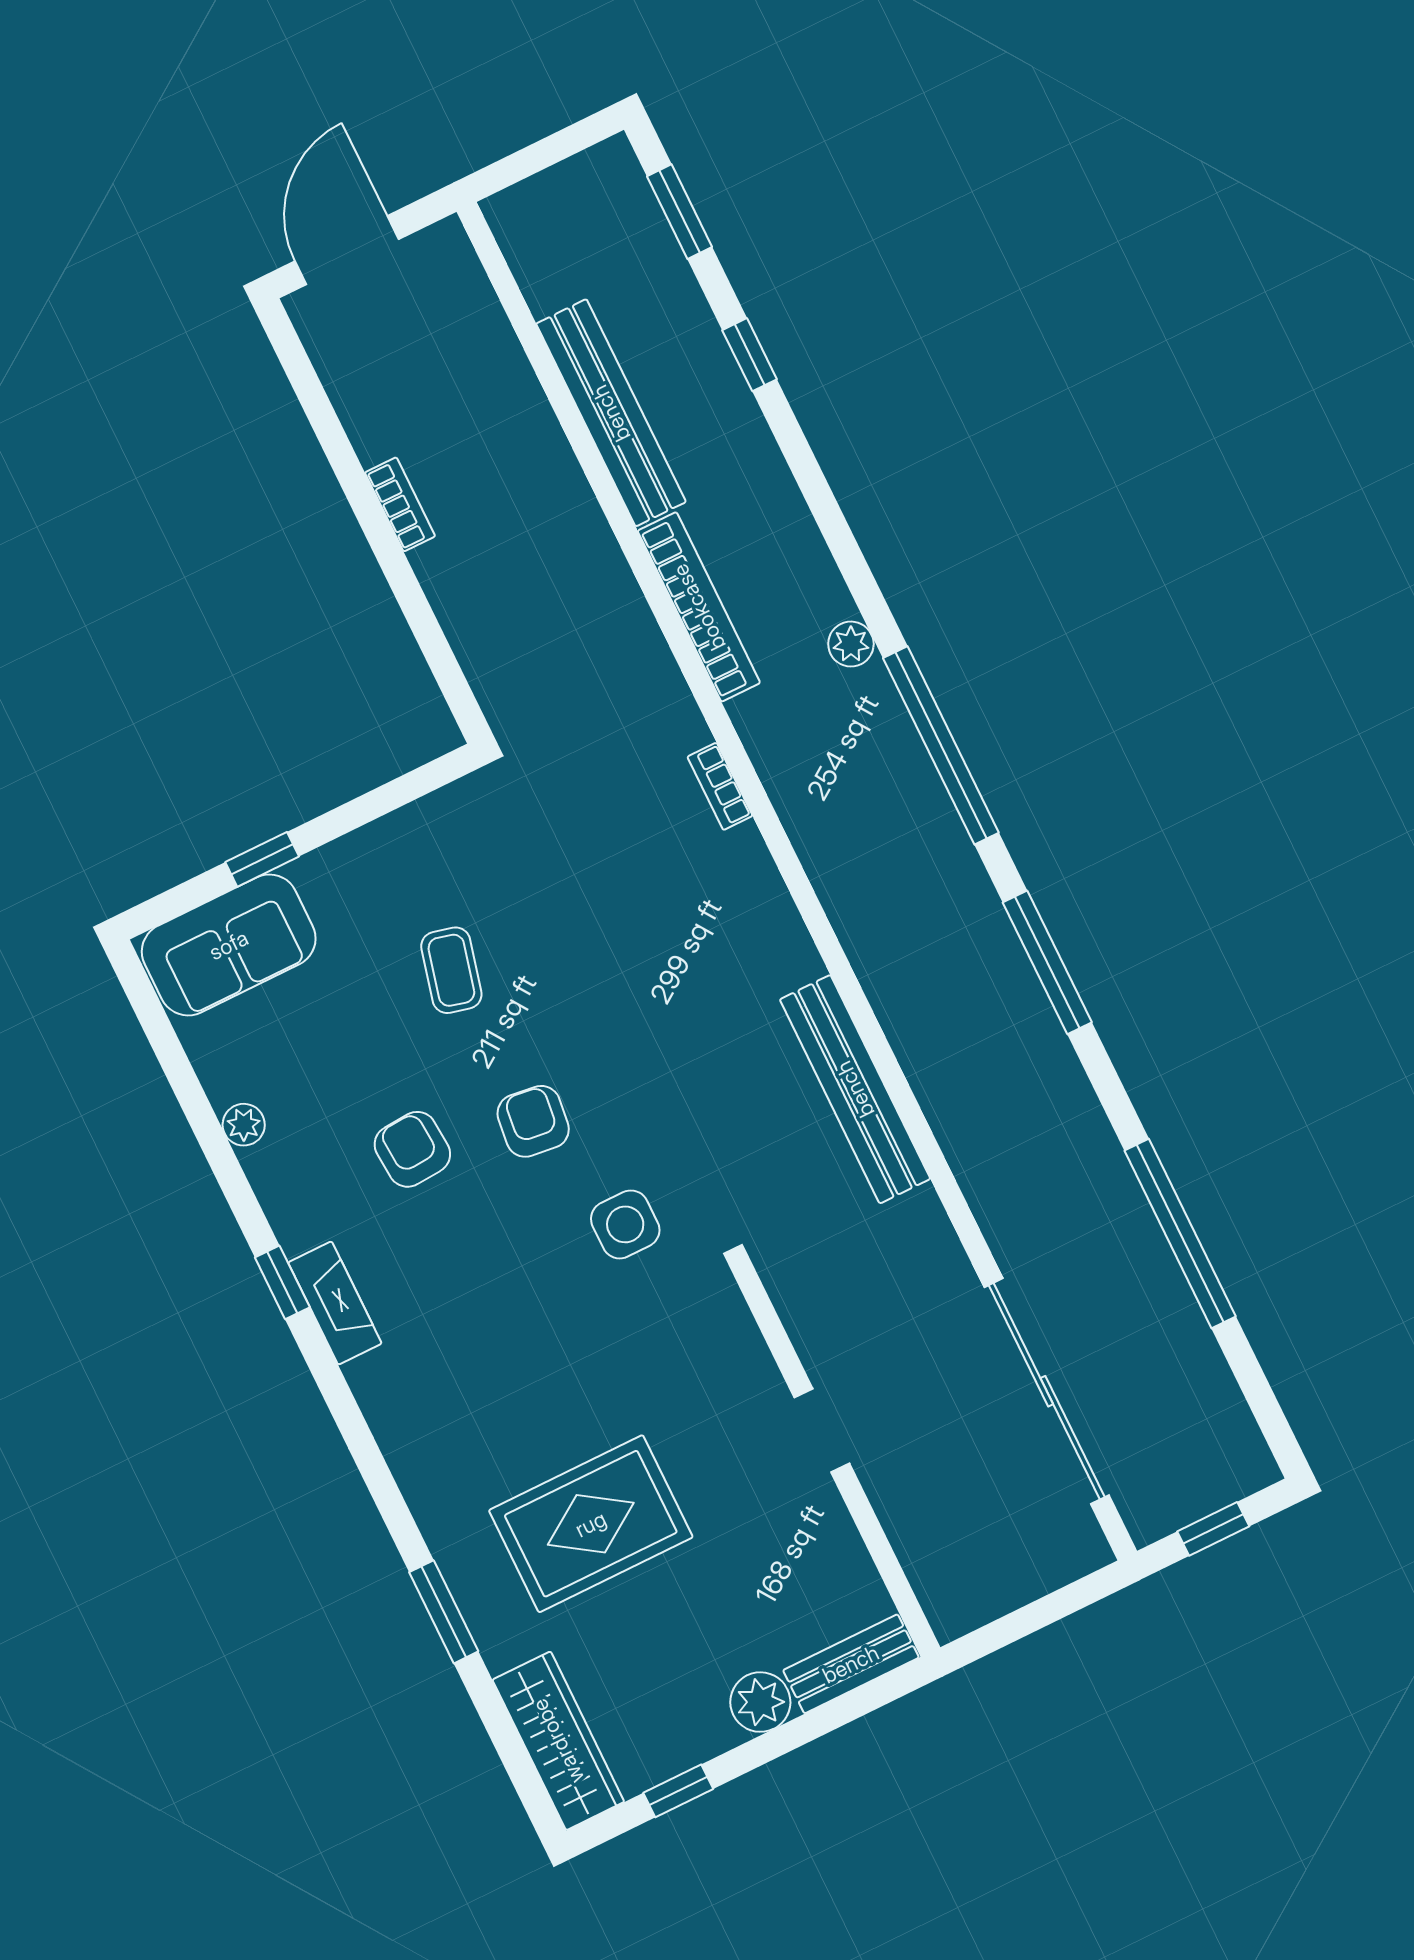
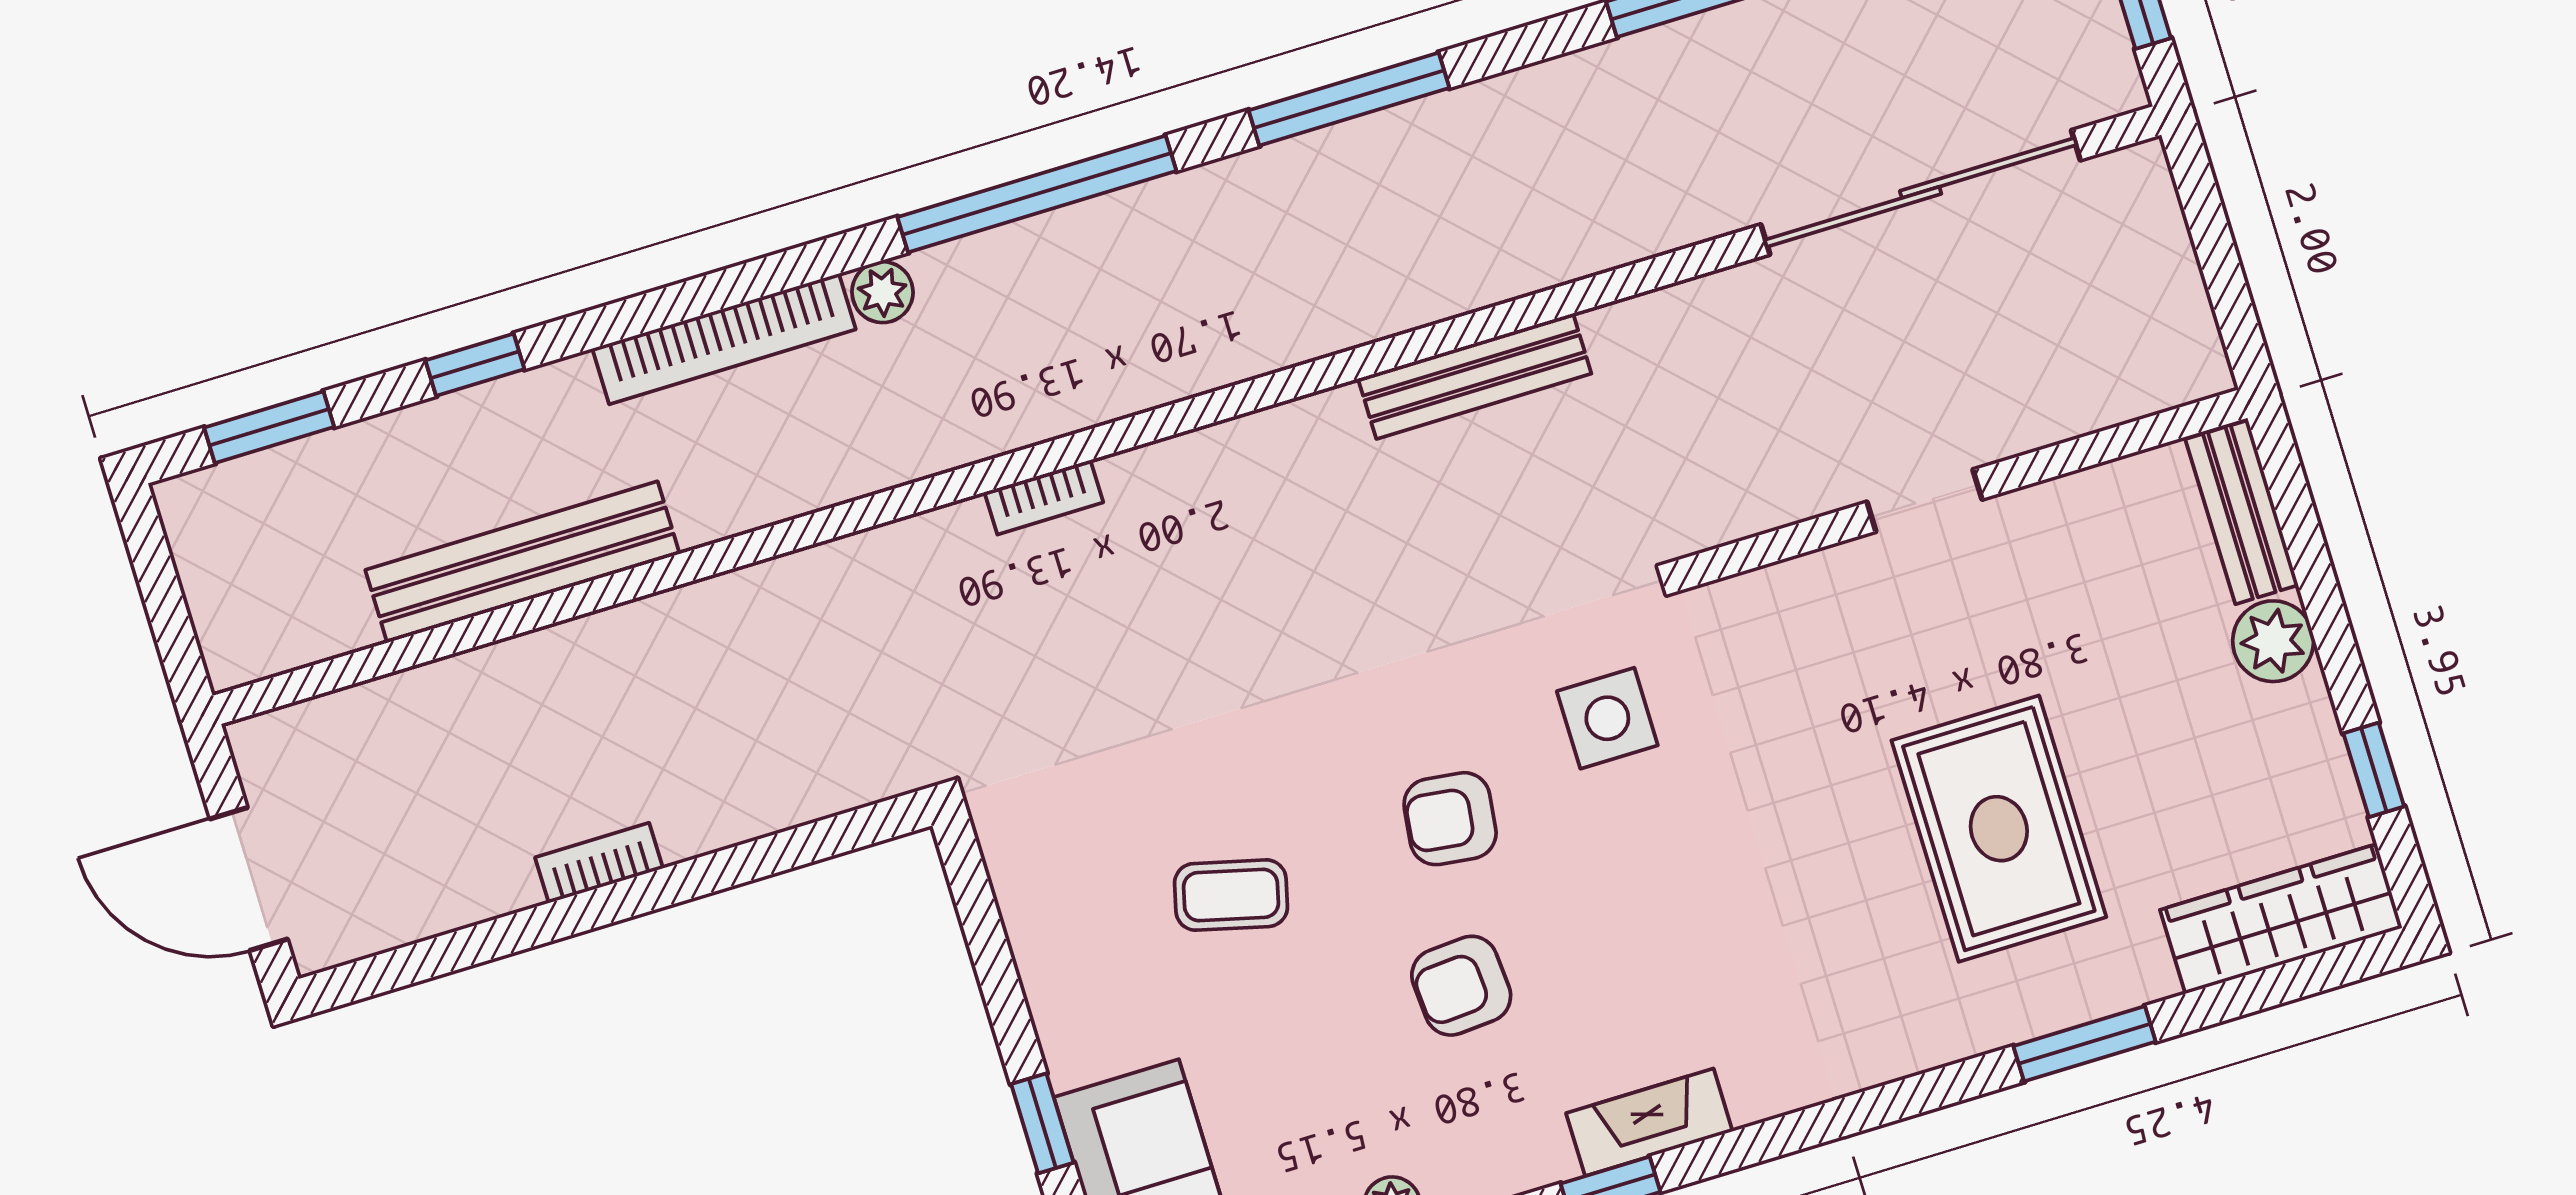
bookcase: (699, 607) -> (724, 339), moved, turned 180
bench: (855, 1089) -> (1475, 376), width x0.73, depth x0.82

